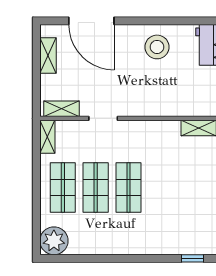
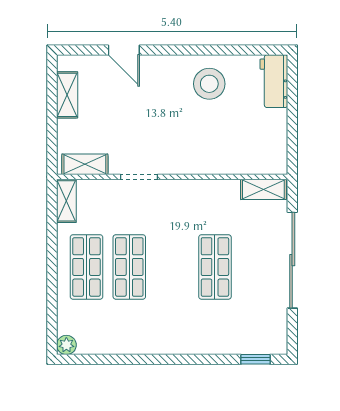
door: (91, 21) -> (124, 50), width x0.53
shop shelf: (128, 188) -> (215, 267), moved
plant: (54, 241) -> (66, 345), width x0.53, depth x0.53

